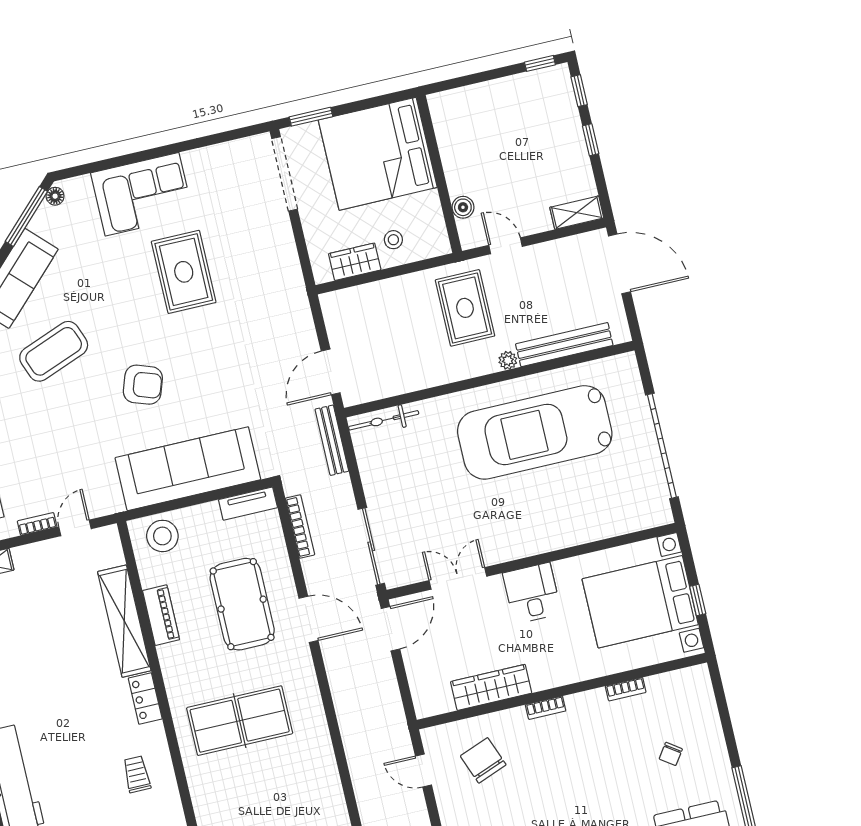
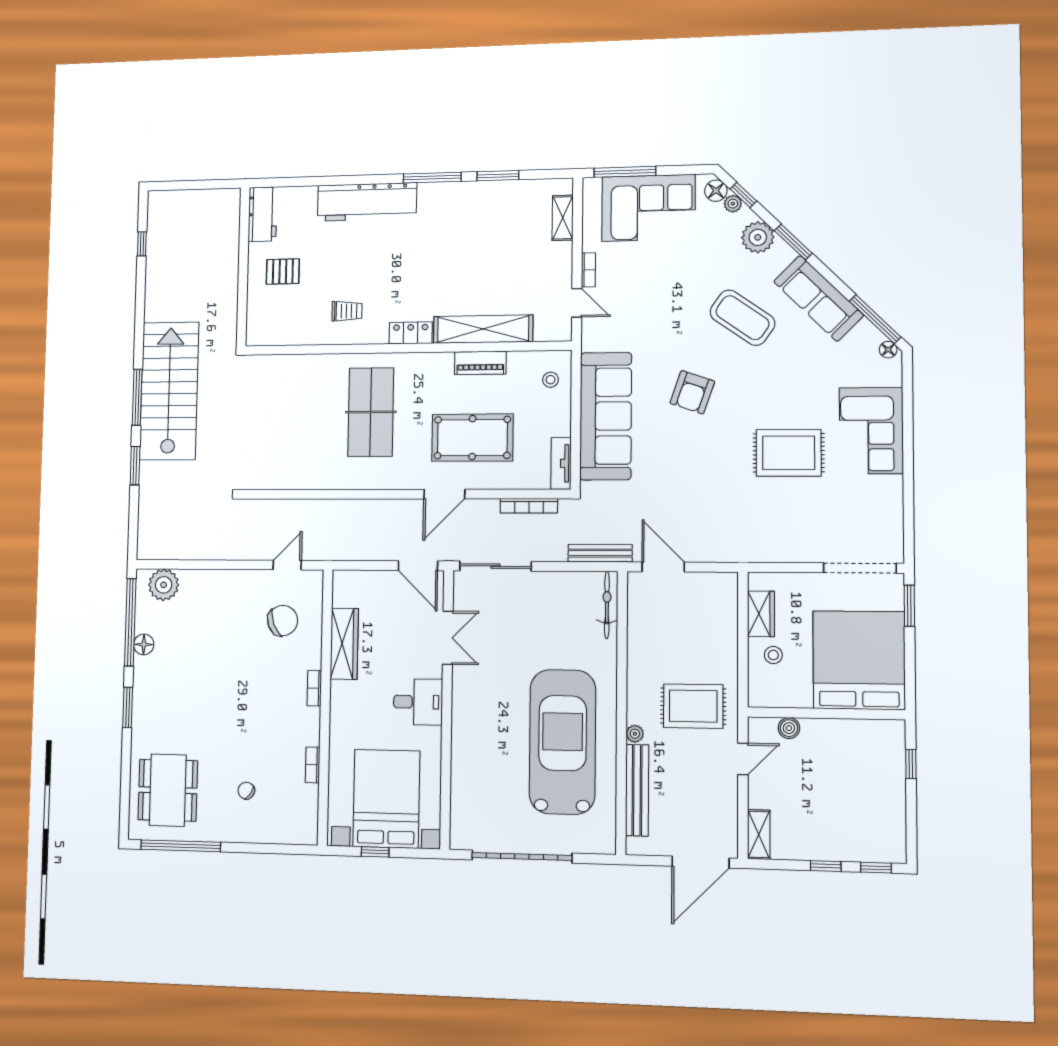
window: (540, 63) -> (911, 764), moved
coffee table: (54, 351) -> (742, 318), turned -34
stool: (162, 536) -> (551, 380), width x0.53, depth x0.53

